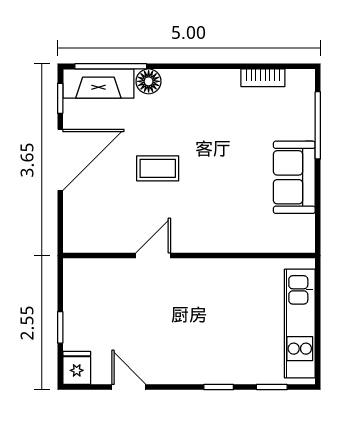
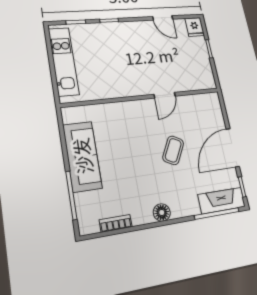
floor lamp: (149, 81) -> (162, 213), moved
coffee table: (158, 168) -> (173, 150), turned -62
sofa: (294, 177) -> (82, 156), width x1.36

